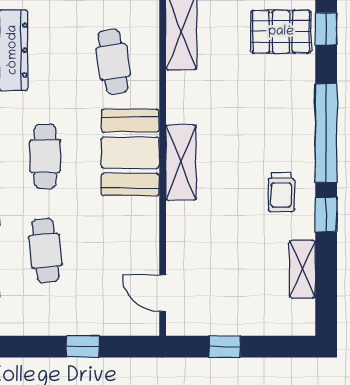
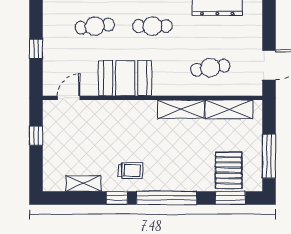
window: (326, 29) -> (230, 198), width x1.50
booth: (130, 153) -> (125, 78), moved
shelving: (181, 162) -> (181, 109), moved
trolley: (281, 192) -> (131, 171), turned 180

